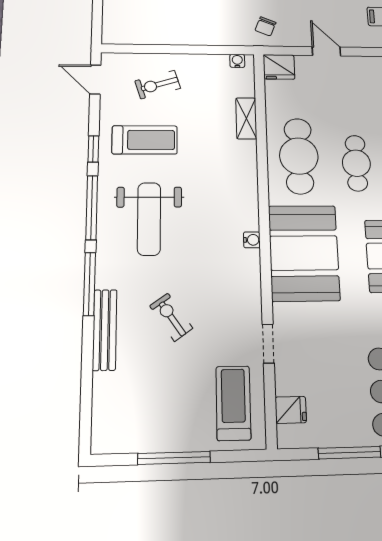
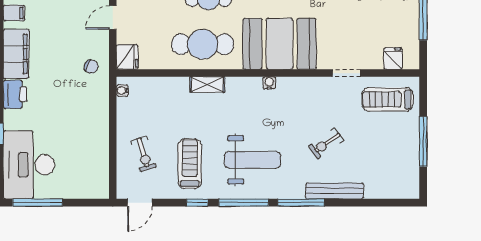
shelving: (246, 118) -> (207, 84), moved

